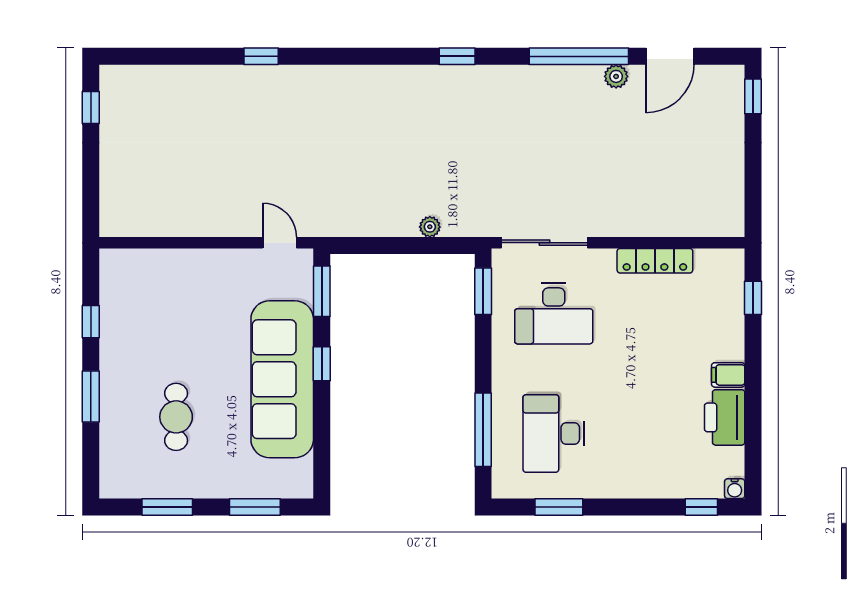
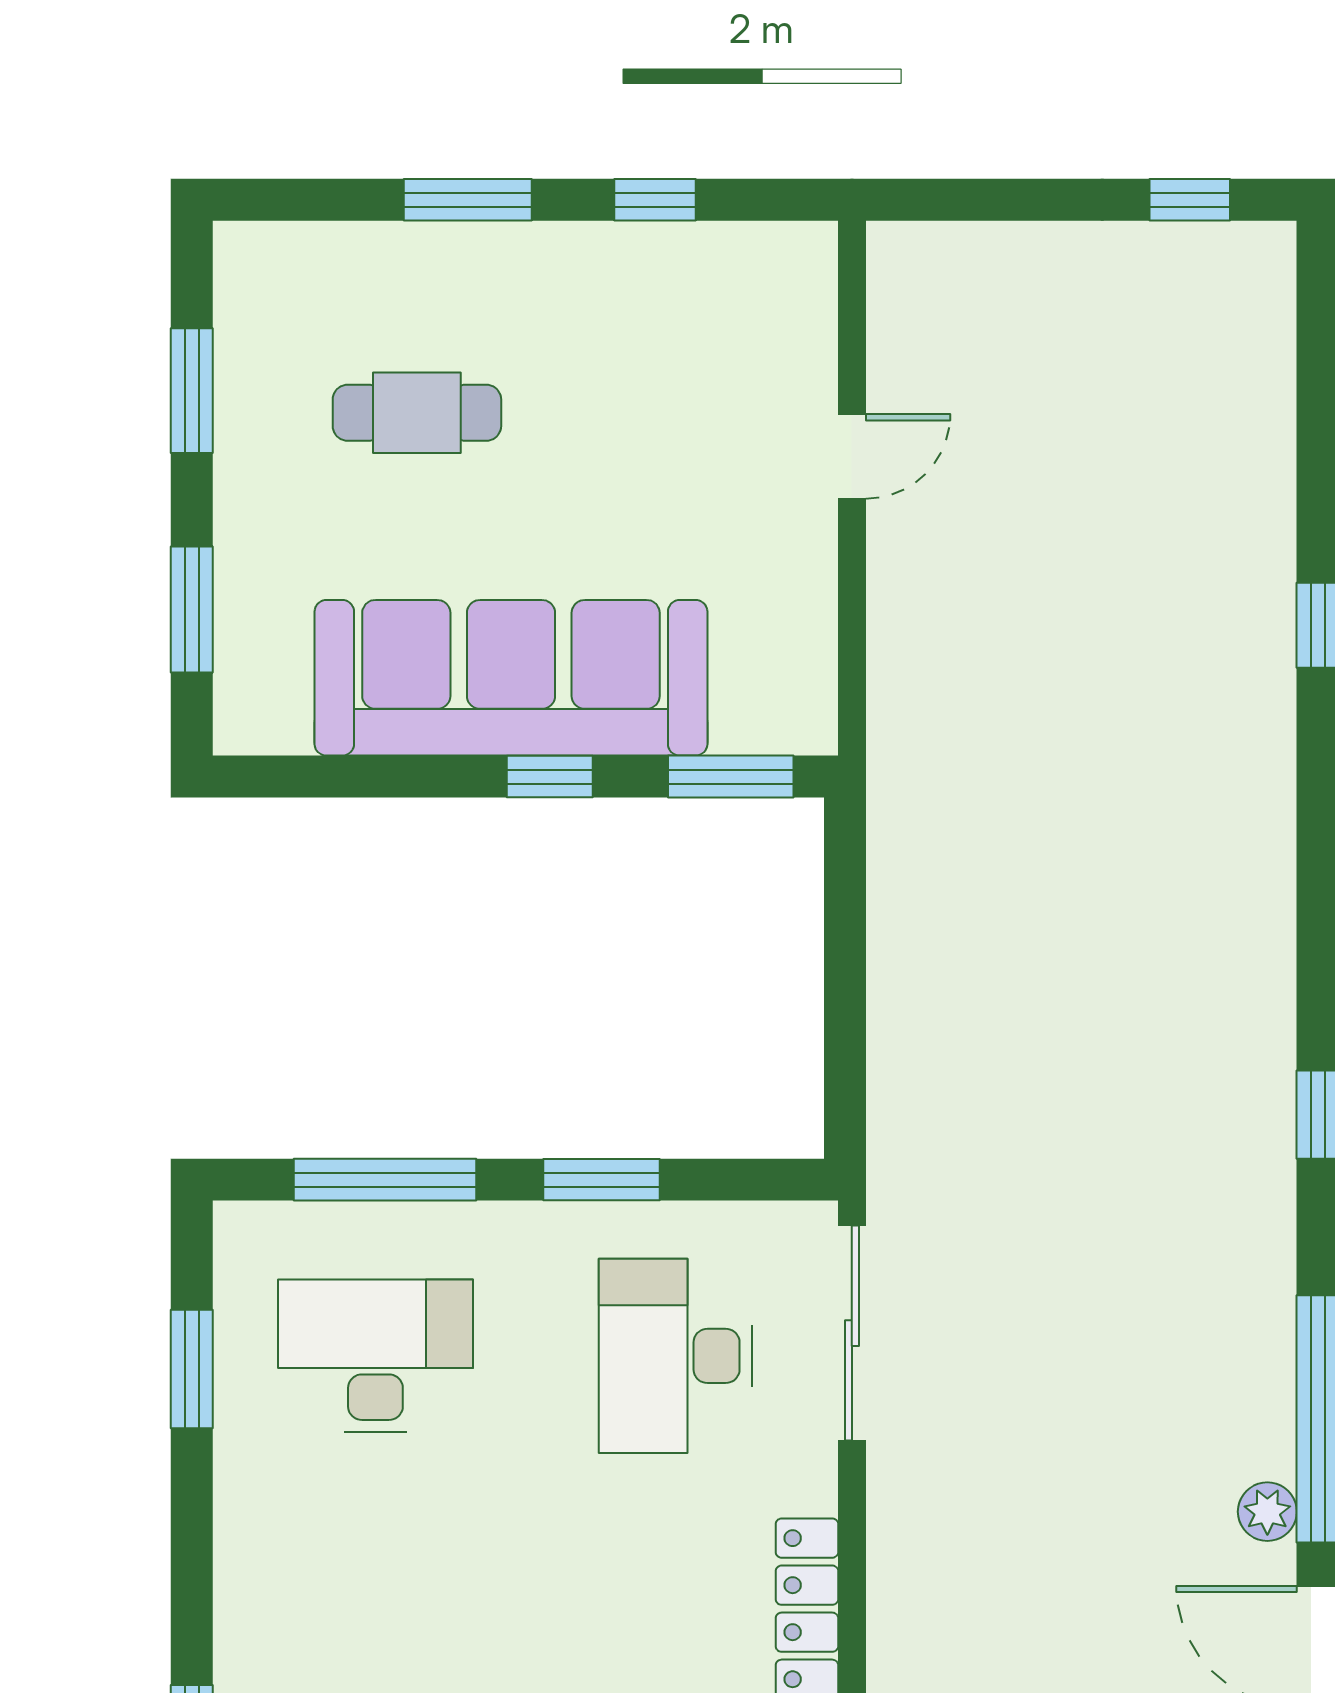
plant: (430, 227) -> (892, 1047), removed
door: (280, 243) -> (852, 456), moved
window: (483, 291) -> (602, 1180), moved

